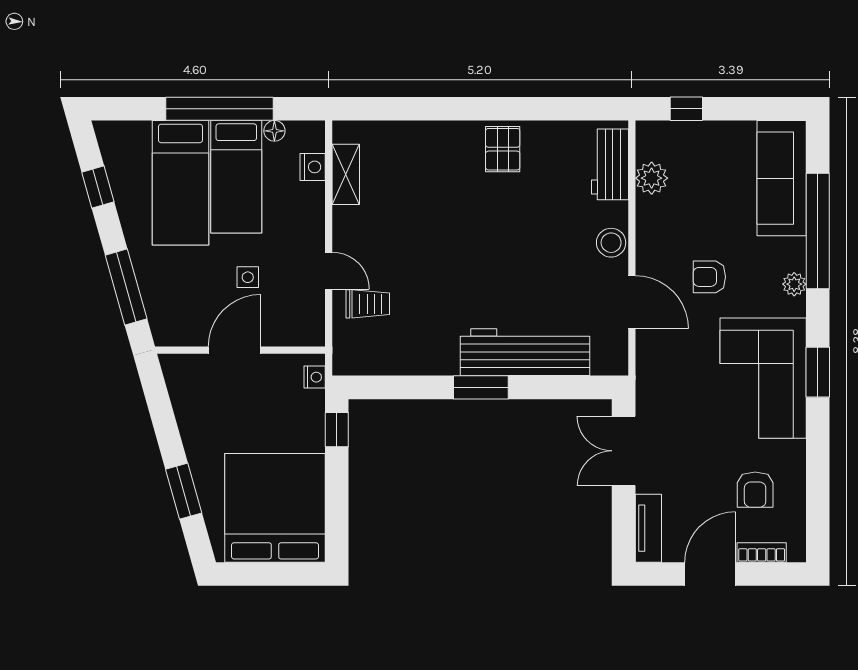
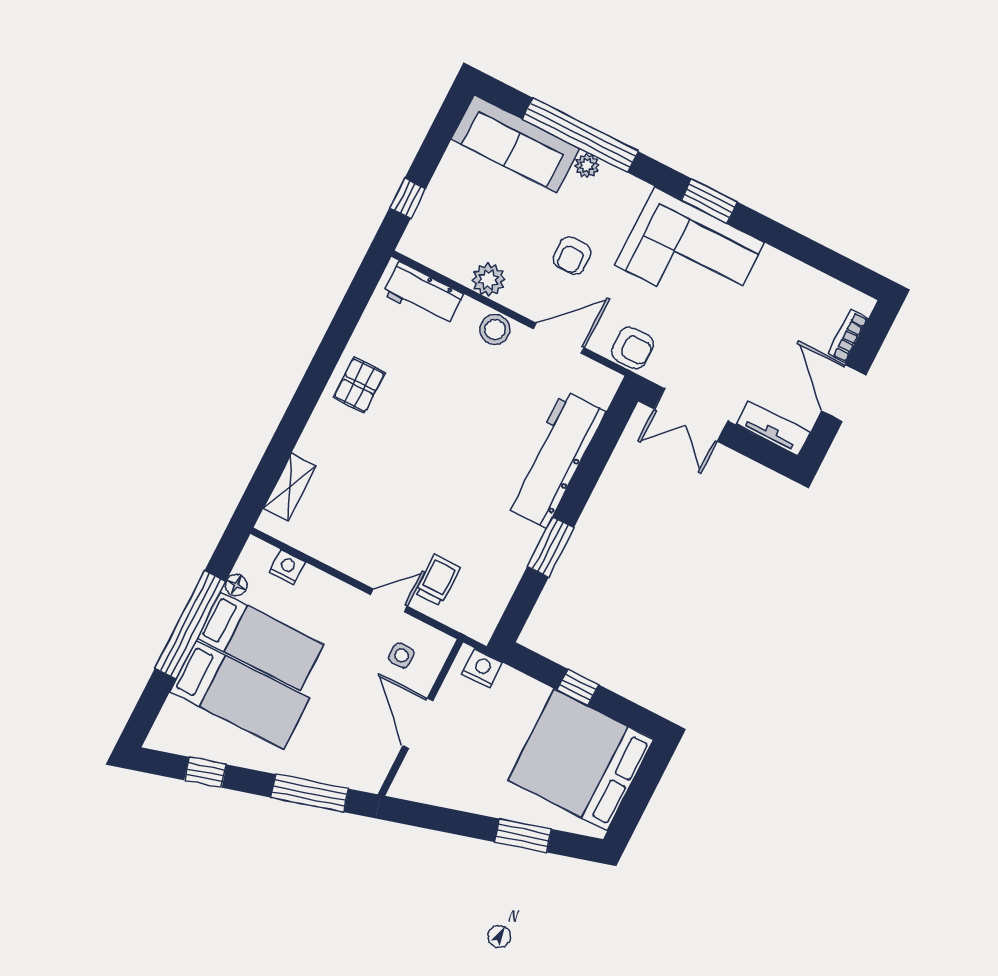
pallet: (503, 149) -> (359, 385), turned 90
shelving: (346, 174) -> (290, 487), moved, turned 90
plant: (652, 178) -> (488, 280), moved
side table: (248, 277) -> (402, 655), moved
plant: (794, 284) -> (587, 166), moved
nightstand: (315, 377) -> (482, 668), width x1.39, depth x1.35
window: (481, 387) -> (551, 547), moved
window: (337, 430) -> (578, 687), moved
armchair: (755, 490) -> (633, 348), moved

